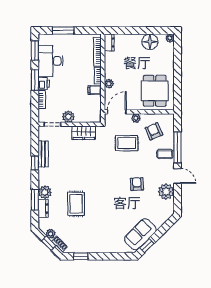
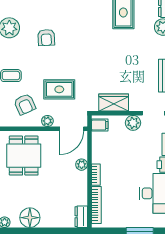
filing cabinet: (95, 90) -> (100, 125), moved

